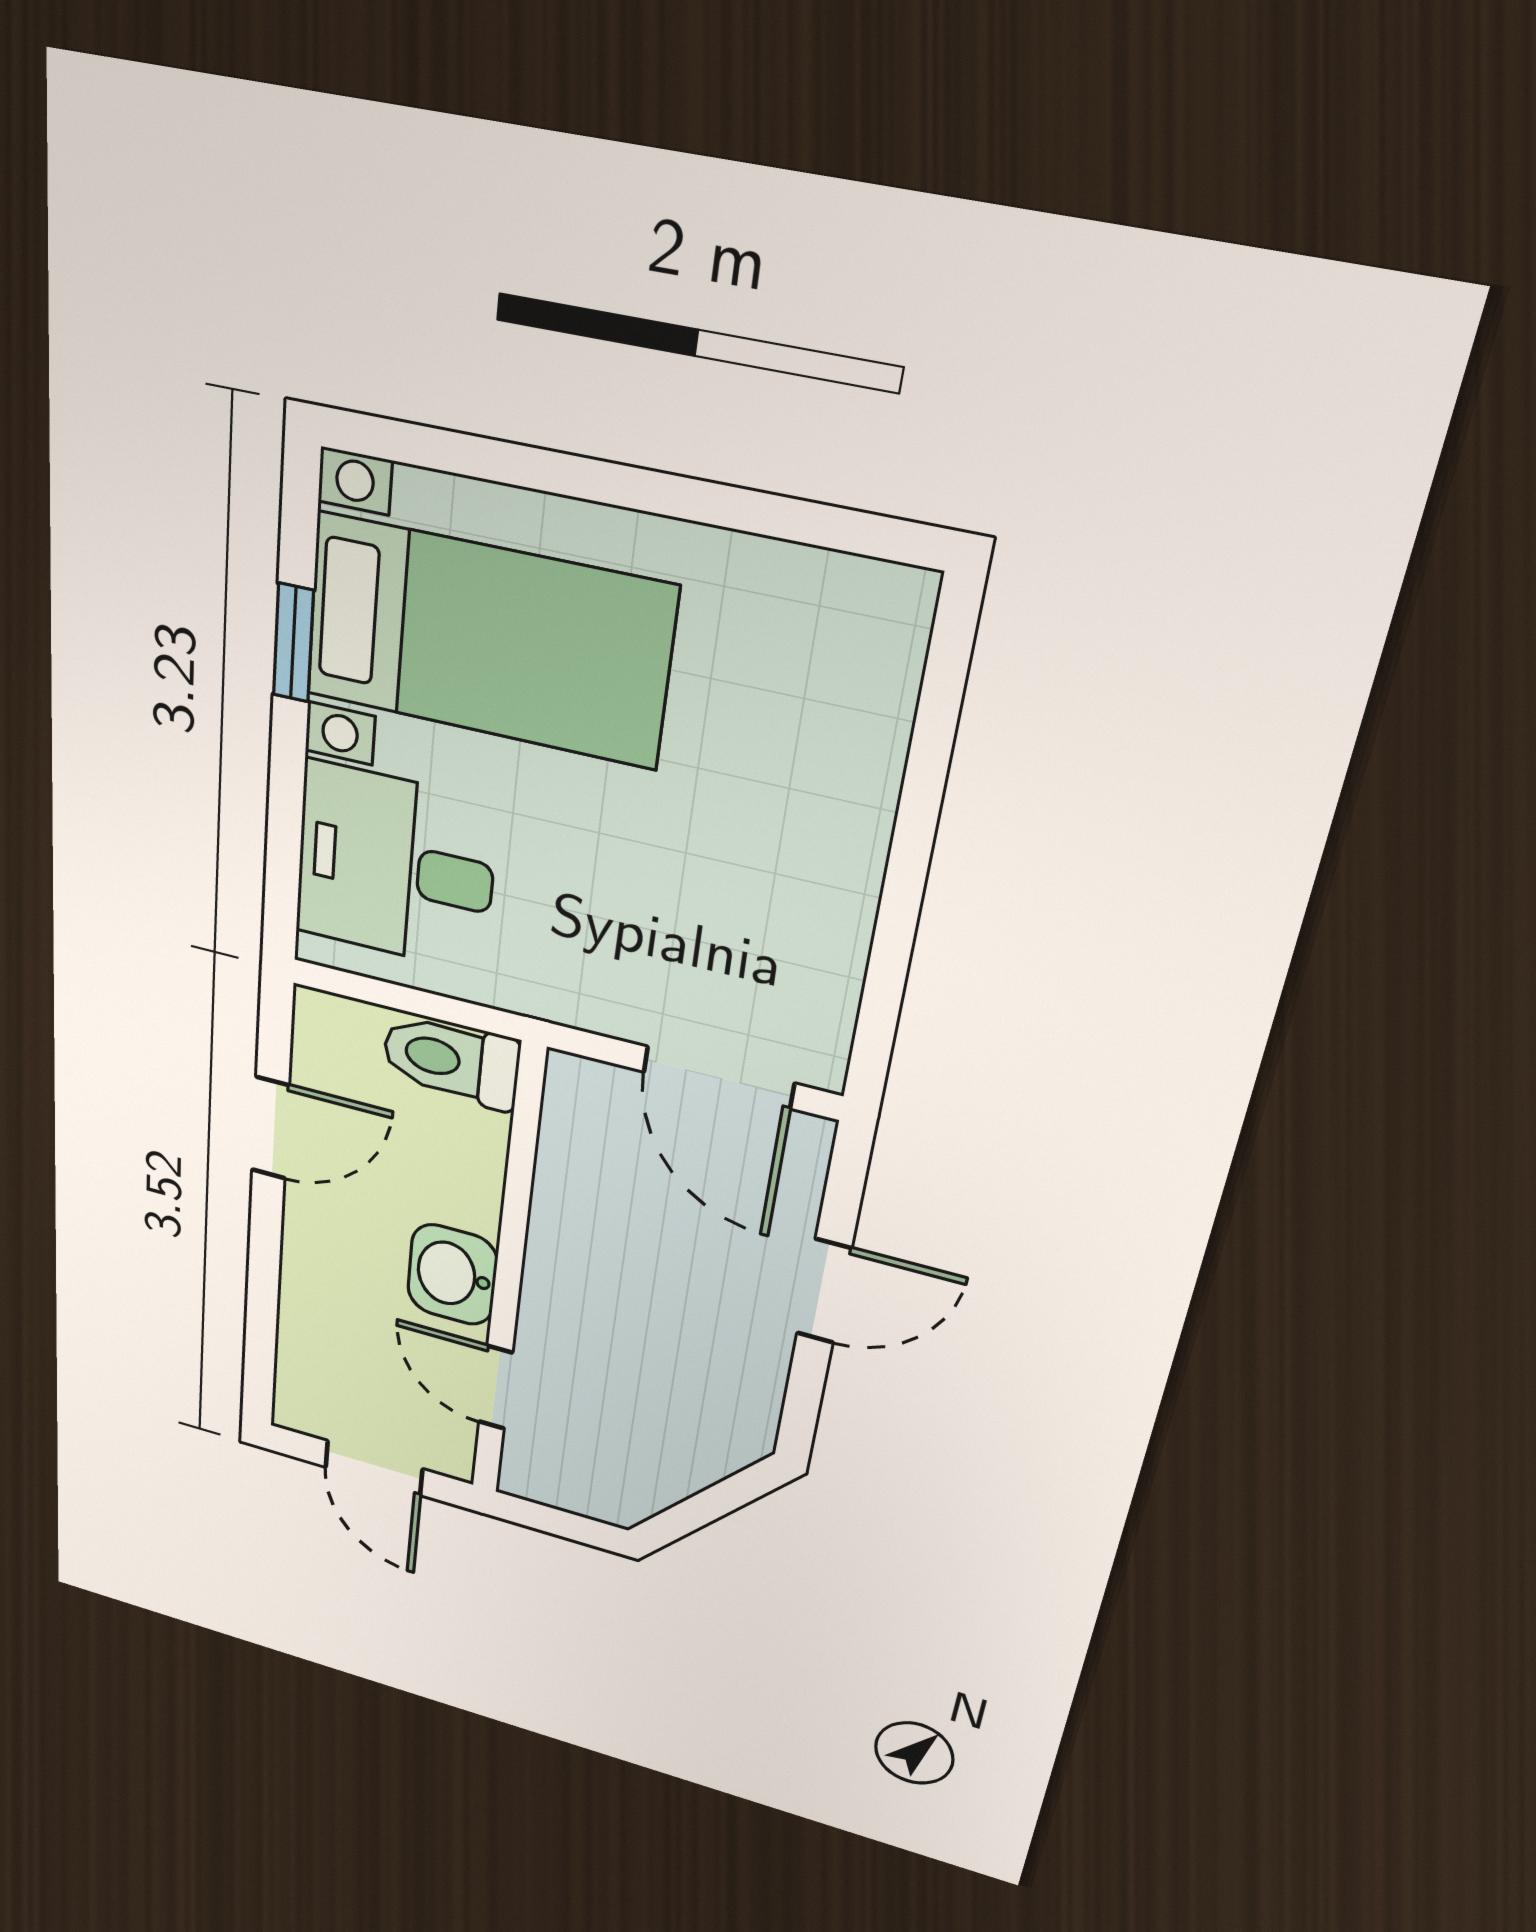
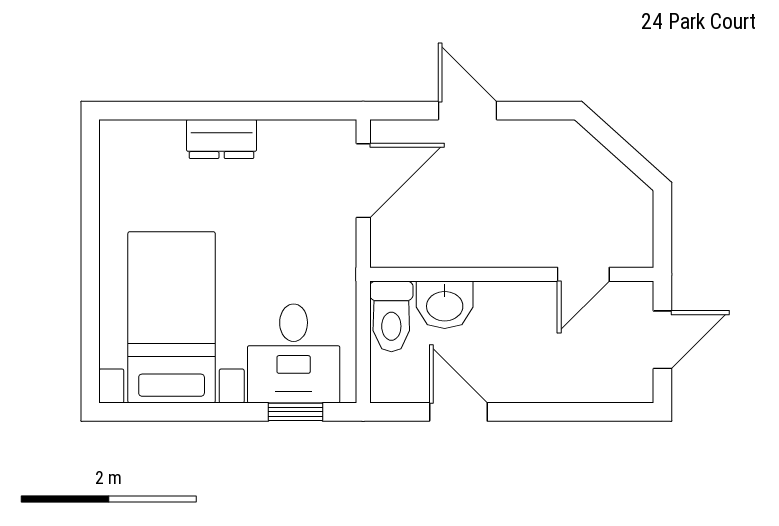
window: (293, 643) -> (296, 412), moved
dresser: (851, 828) -> (222, 139), added
washbasin: (452, 1275) -> (445, 305), moved

